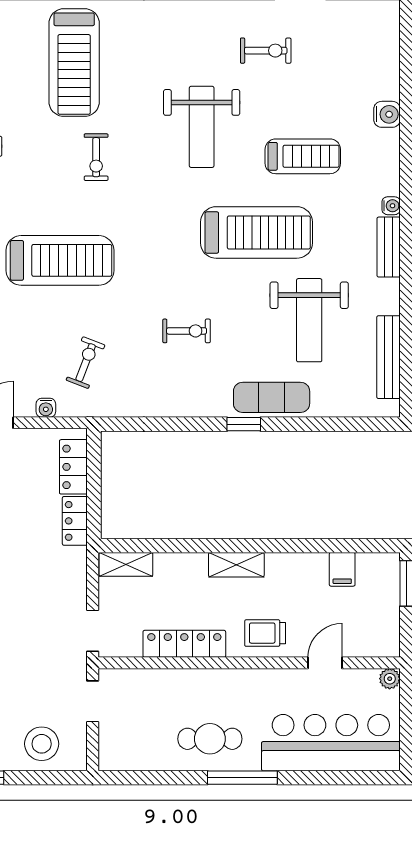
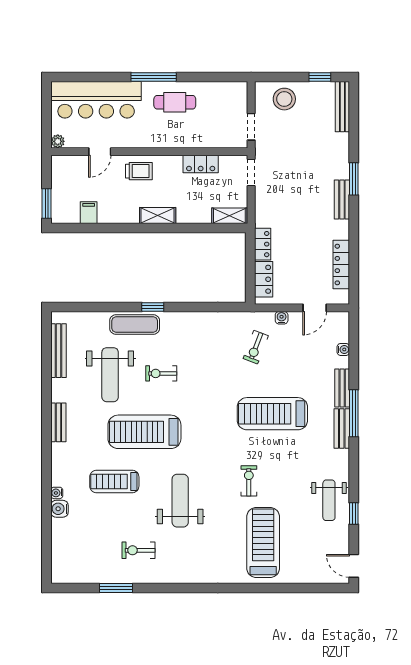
water cooler: (391, 206) -> (57, 493), moved
weight bench: (309, 320) -> (110, 375), turned 180
exercise bike: (187, 331) -> (161, 373), moved
locker: (184, 644) -> (201, 164), width x0.66

